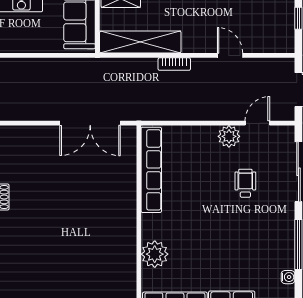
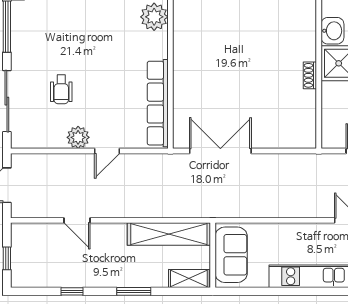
bookcase: (174, 64) -> (134, 212), removed
door: (257, 123) -> (107, 151), moved

